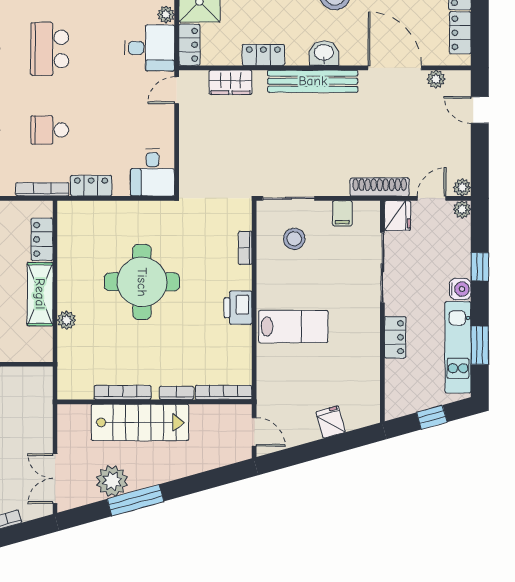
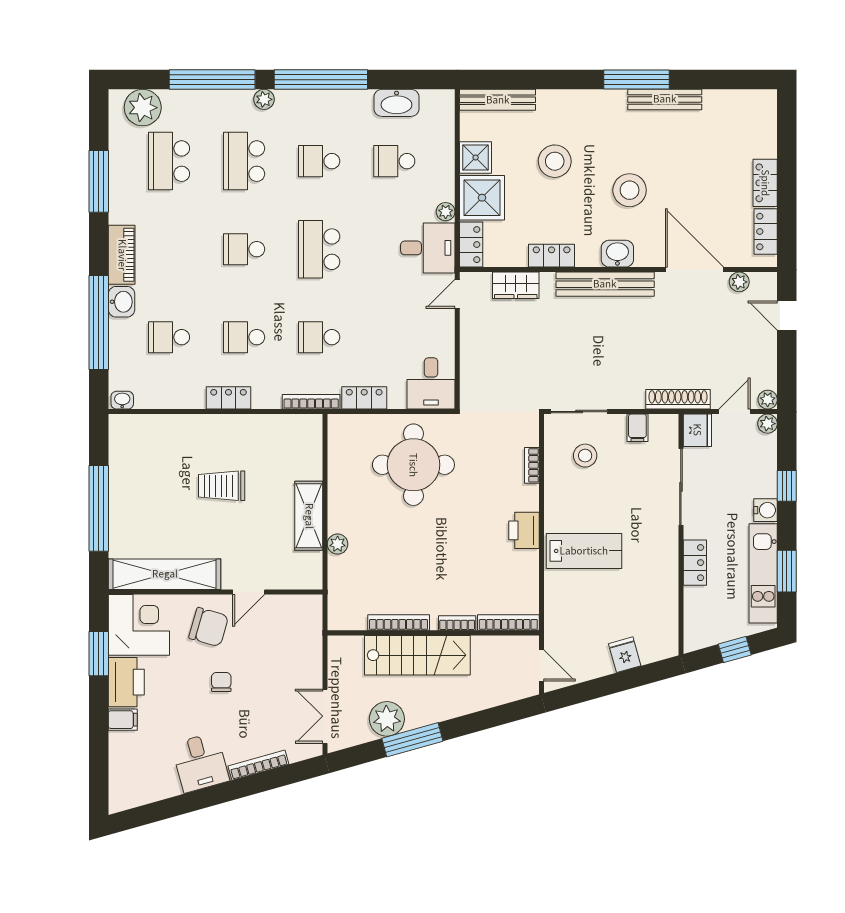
locker: (42, 239) -> (311, 456), removed
round table: (142, 282) -> (413, 465), moved

